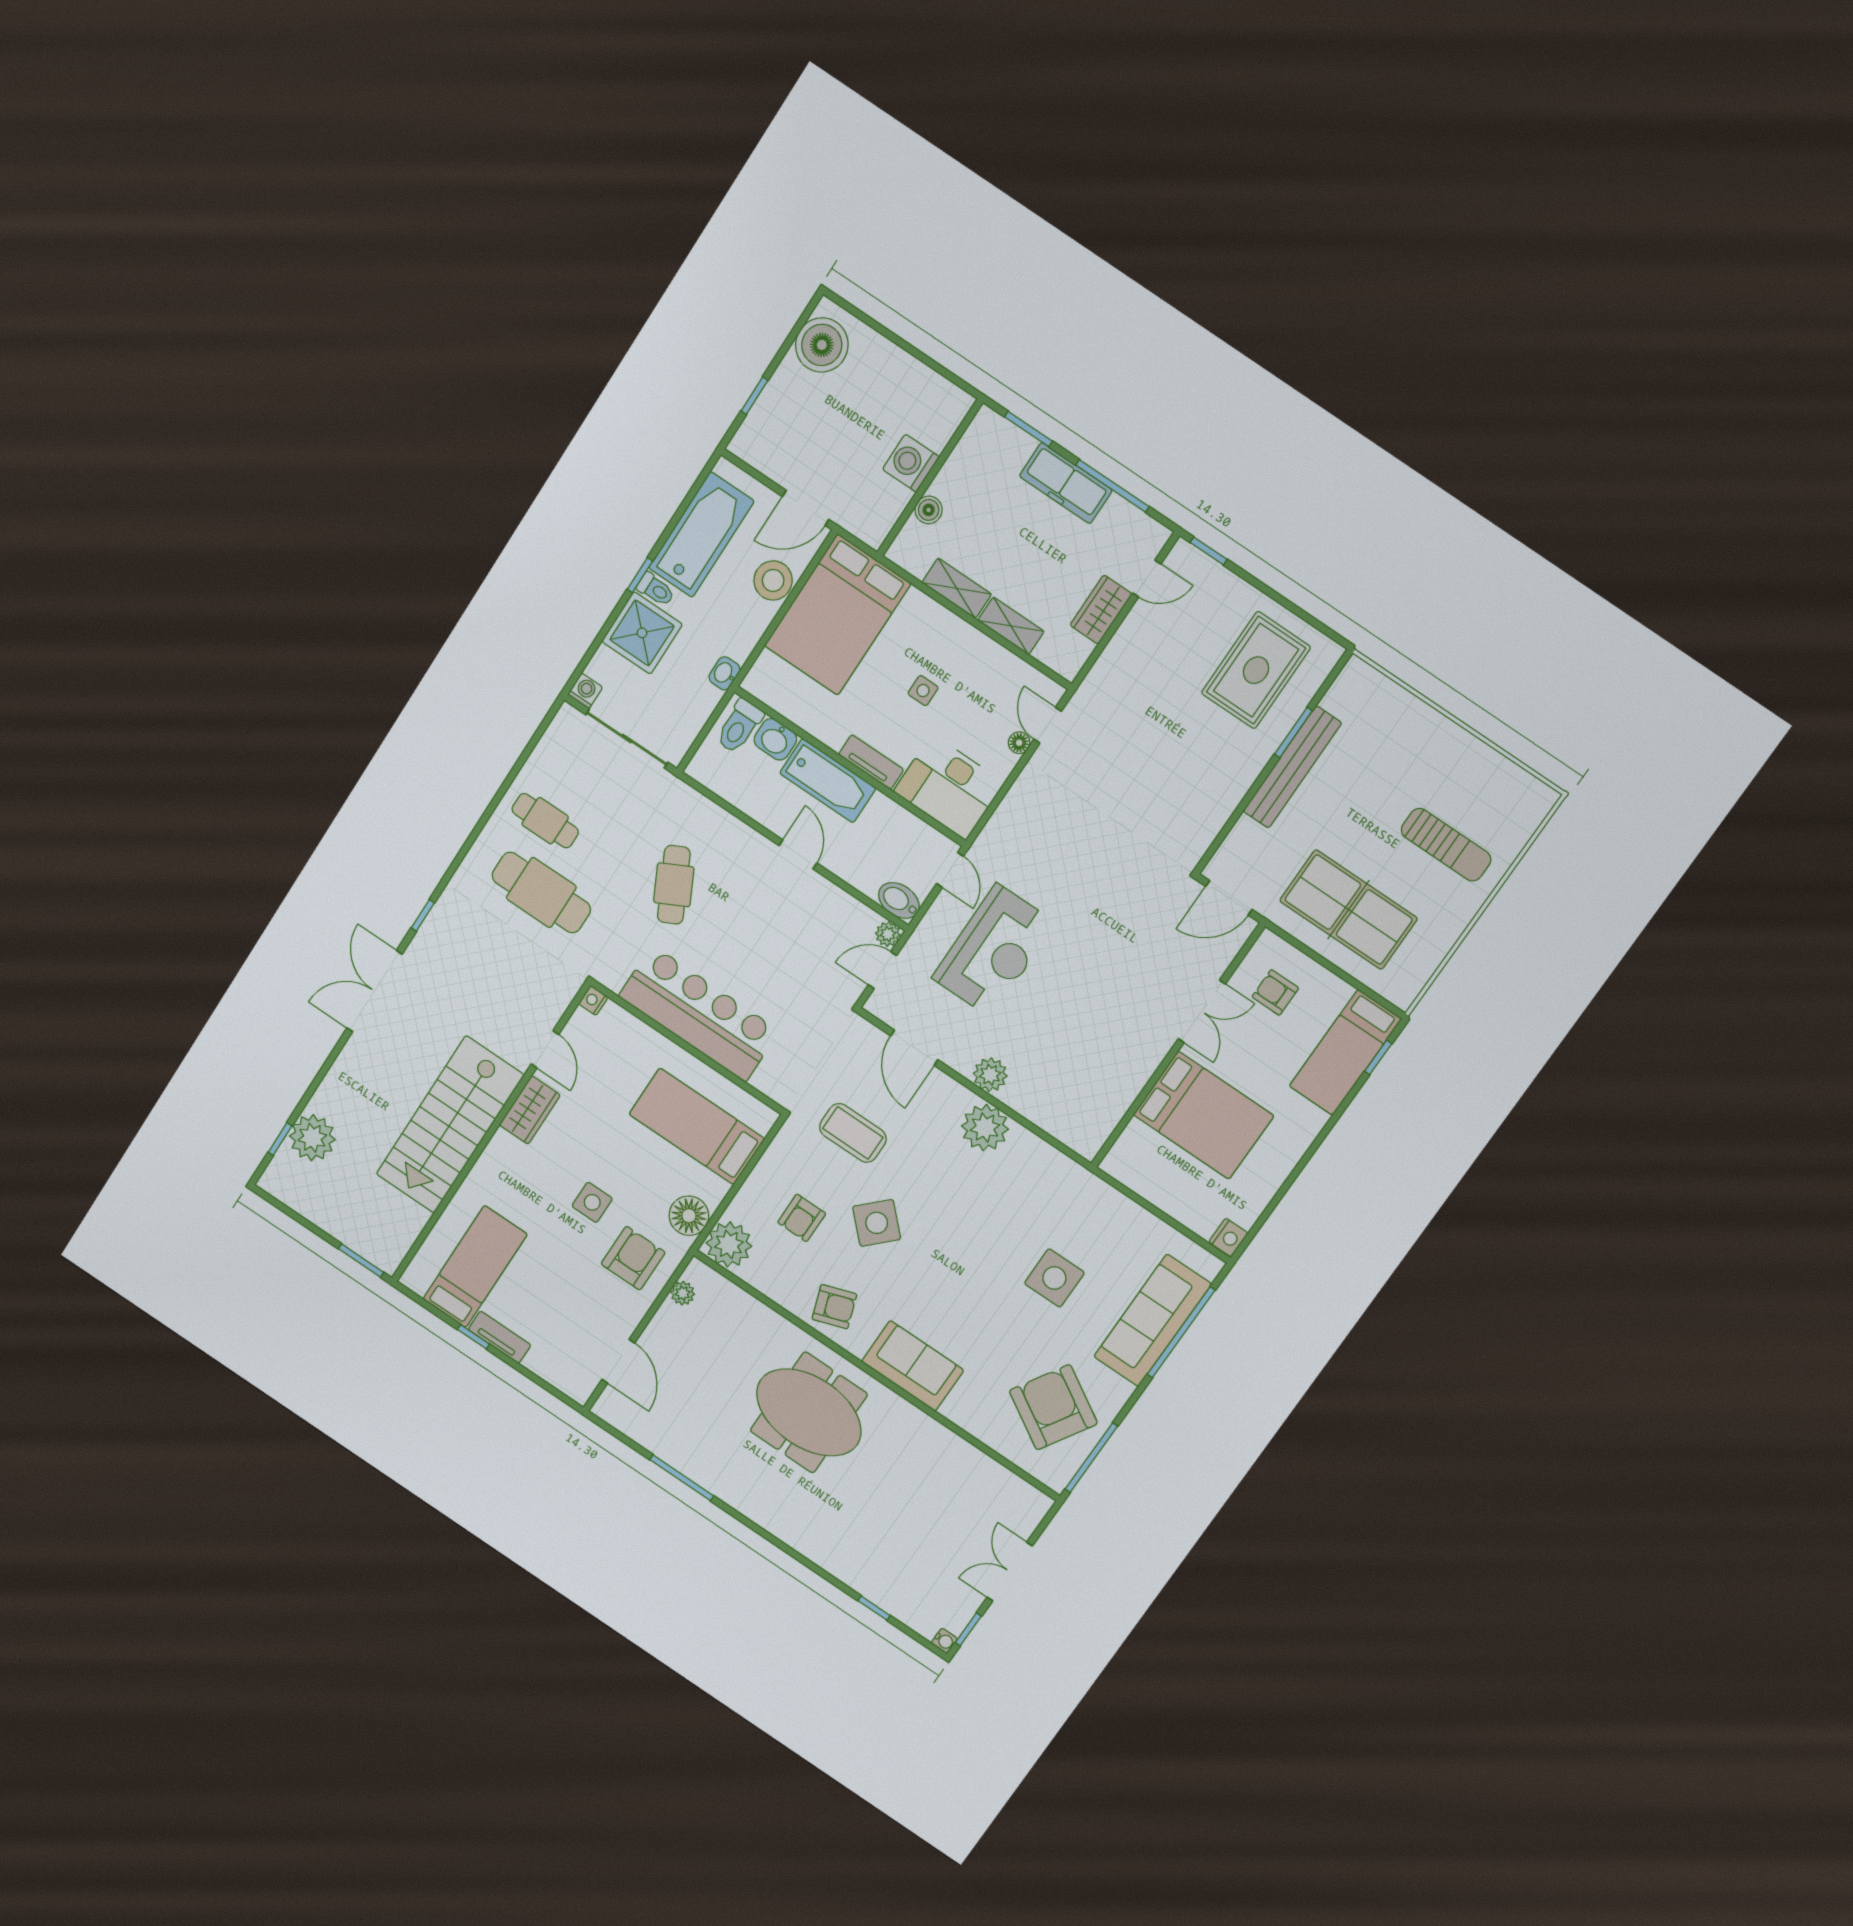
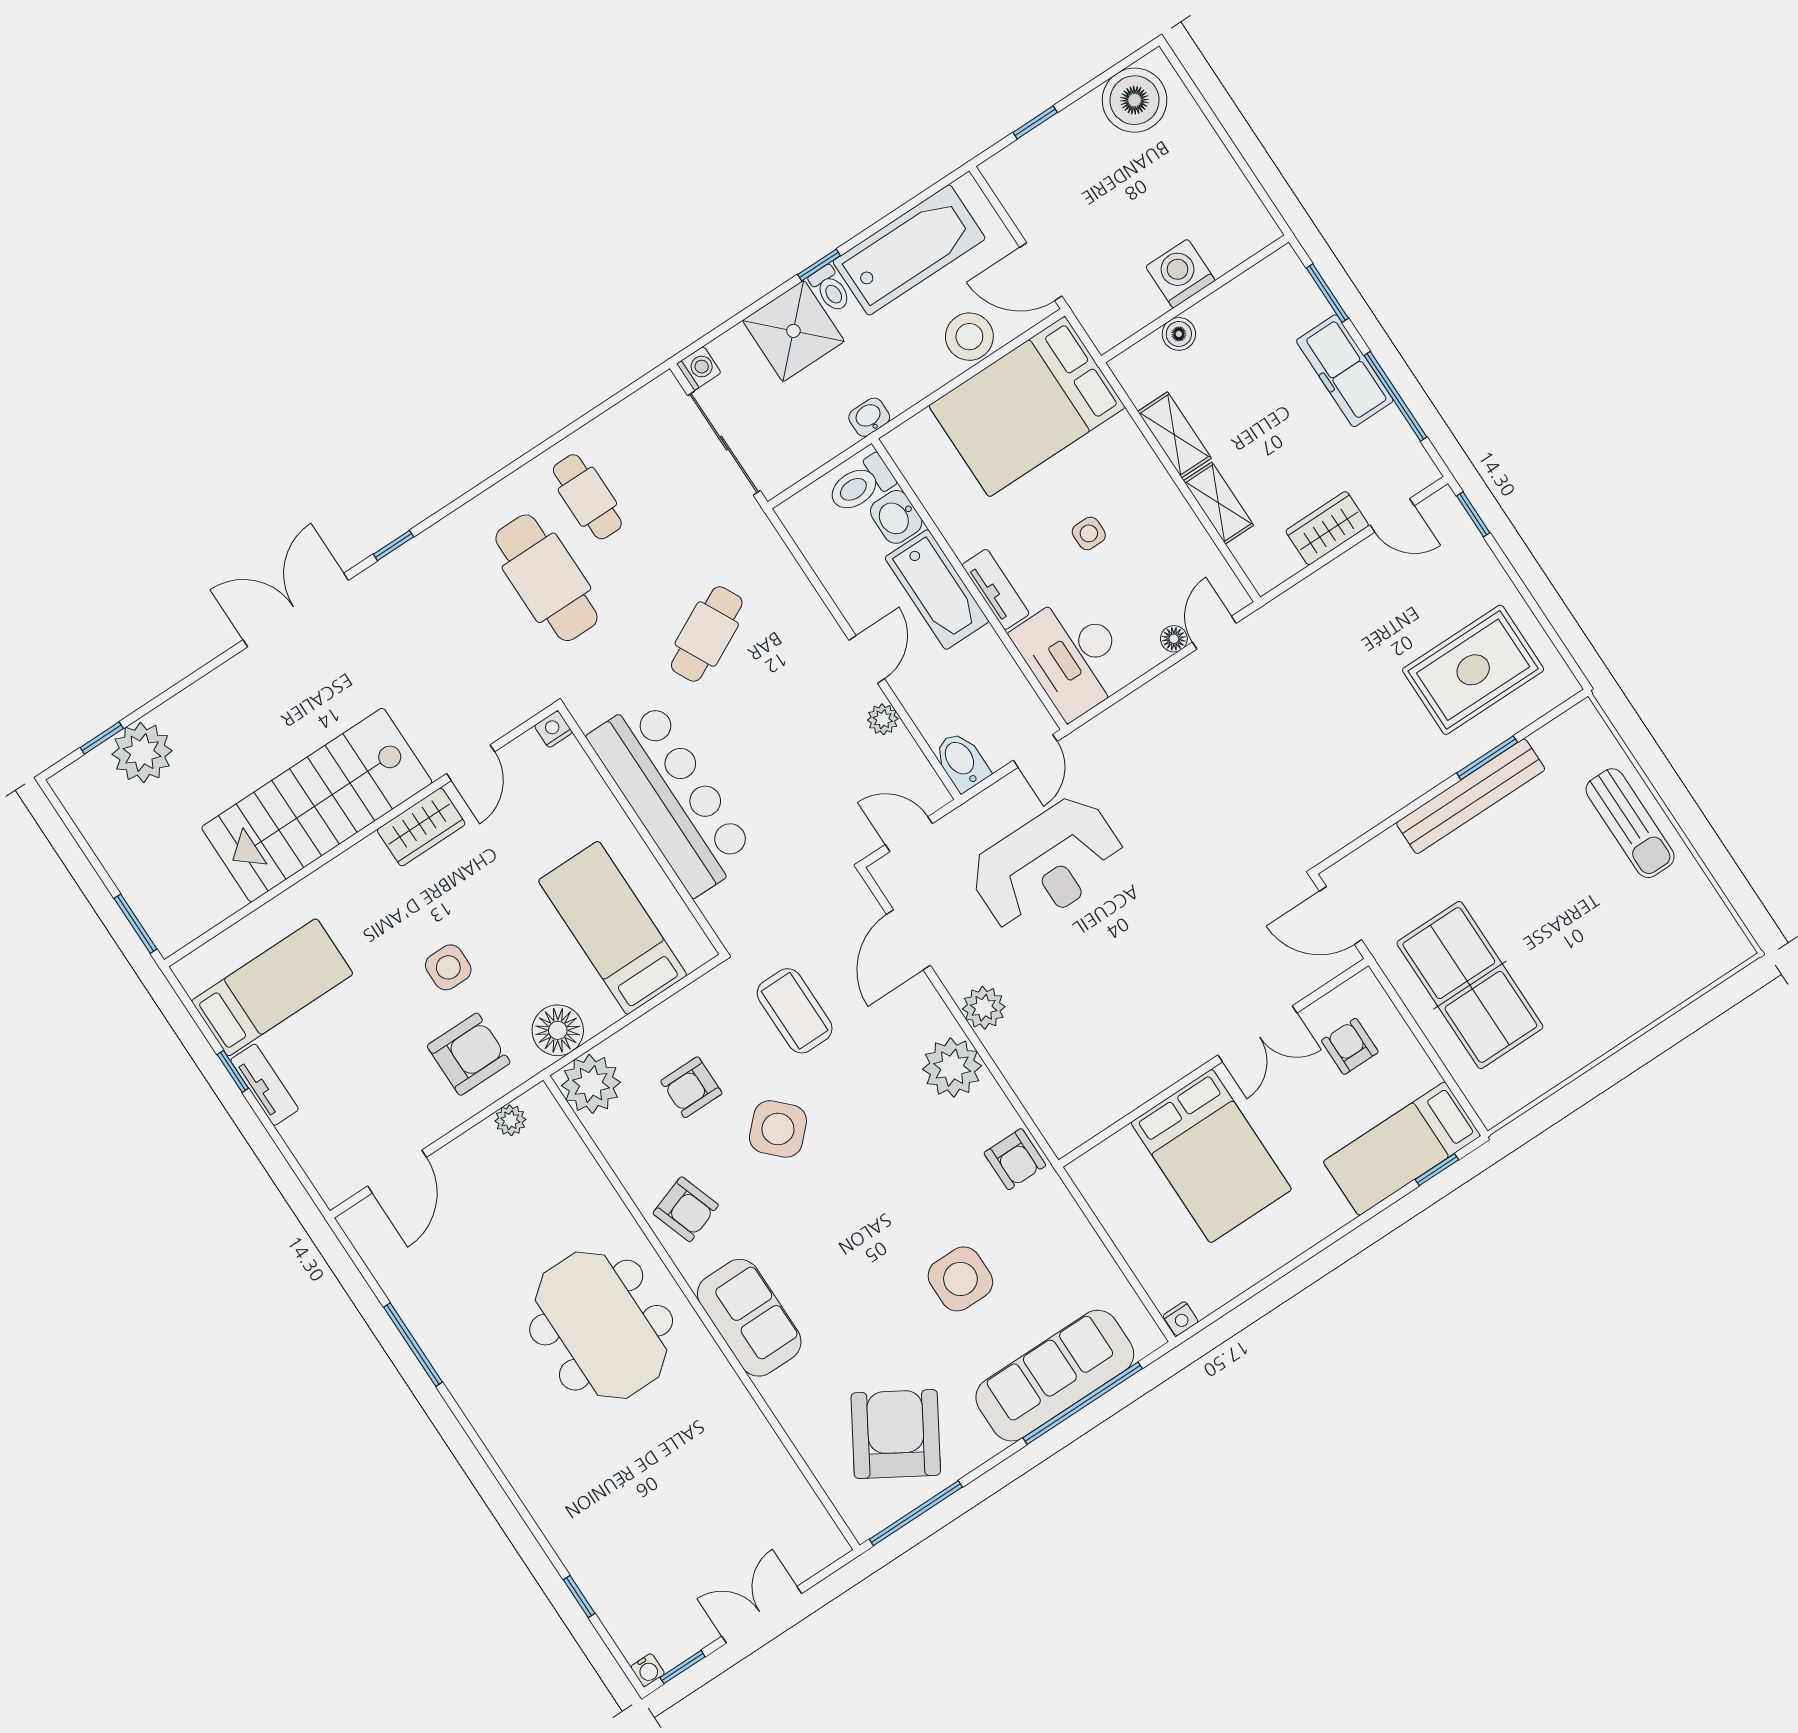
sun lounger: (1446, 845) -> (1630, 823), moved
plant: (888, 934) -> (883, 719), moved
armchair: (1059, 1176) -> (1015, 1159), added
nightstand: (1228, 1237) -> (1181, 1319), width x0.72, depth x0.74

